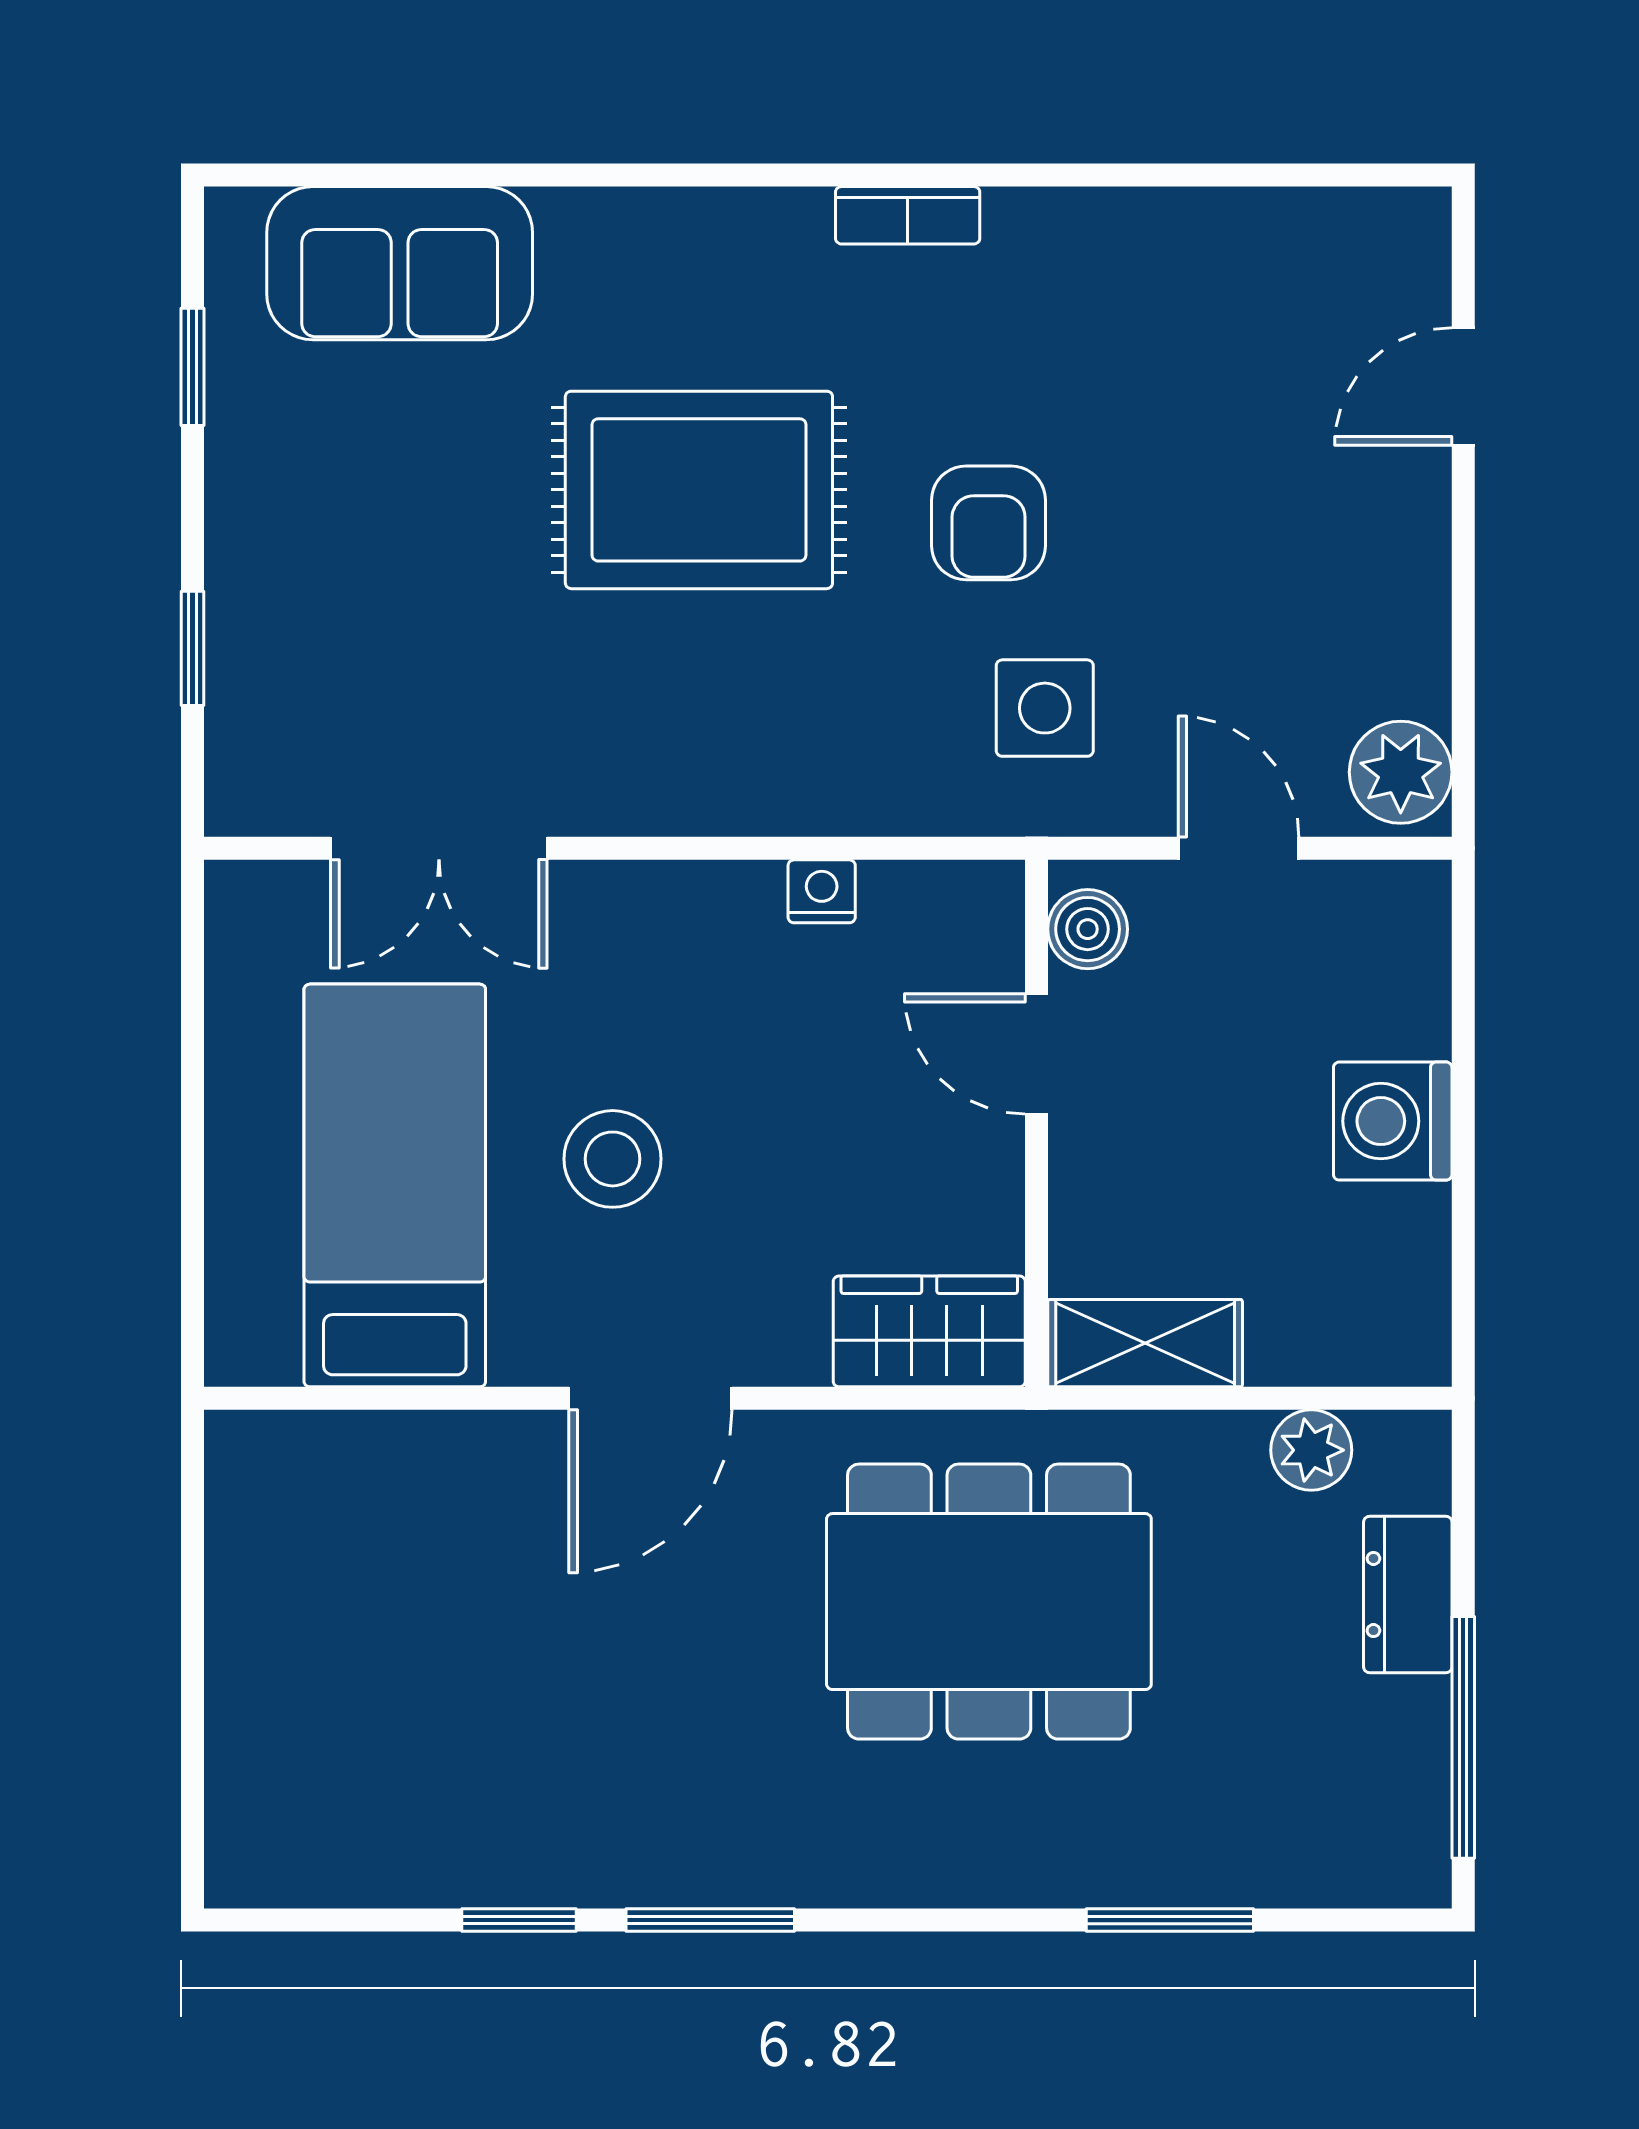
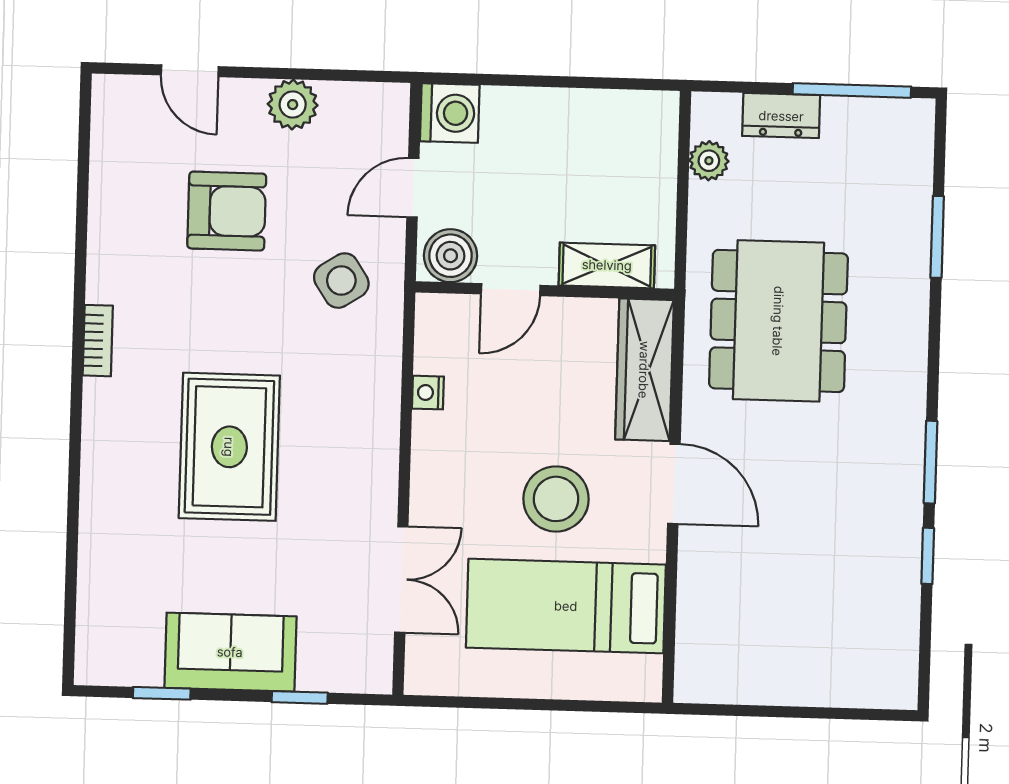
sofa: (400, 263) -> (230, 652), moved, turned -90
armchair: (989, 523) -> (227, 211), moved, width x1.38, depth x1.38
side table: (1045, 708) -> (341, 281), turned -33
plant: (1401, 772) -> (293, 105), moved
boiler: (1088, 929) -> (451, 256), width x1.36, depth x1.36
washing machine: (1393, 1121) -> (450, 113), moved, turned -90
stool: (613, 1159) -> (556, 499), width x1.38, depth x1.38
wardrobe: (929, 1331) -> (644, 370), width x1.50
shelving: (1145, 1343) -> (607, 265), moved, turned 90

